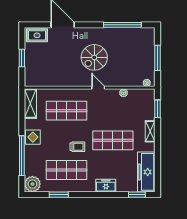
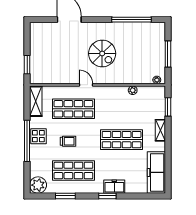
rug: (37, 35) -> (43, 31), removed
spiral stairs: (94, 57) -> (102, 53), turned -90
window: (22, 58) -> (27, 65), moved
door: (98, 88) -> (86, 85), moved
trolley: (77, 147) -> (68, 141), moved
window: (22, 156) -> (27, 141), moved
window: (137, 195) -> (107, 196), moved

